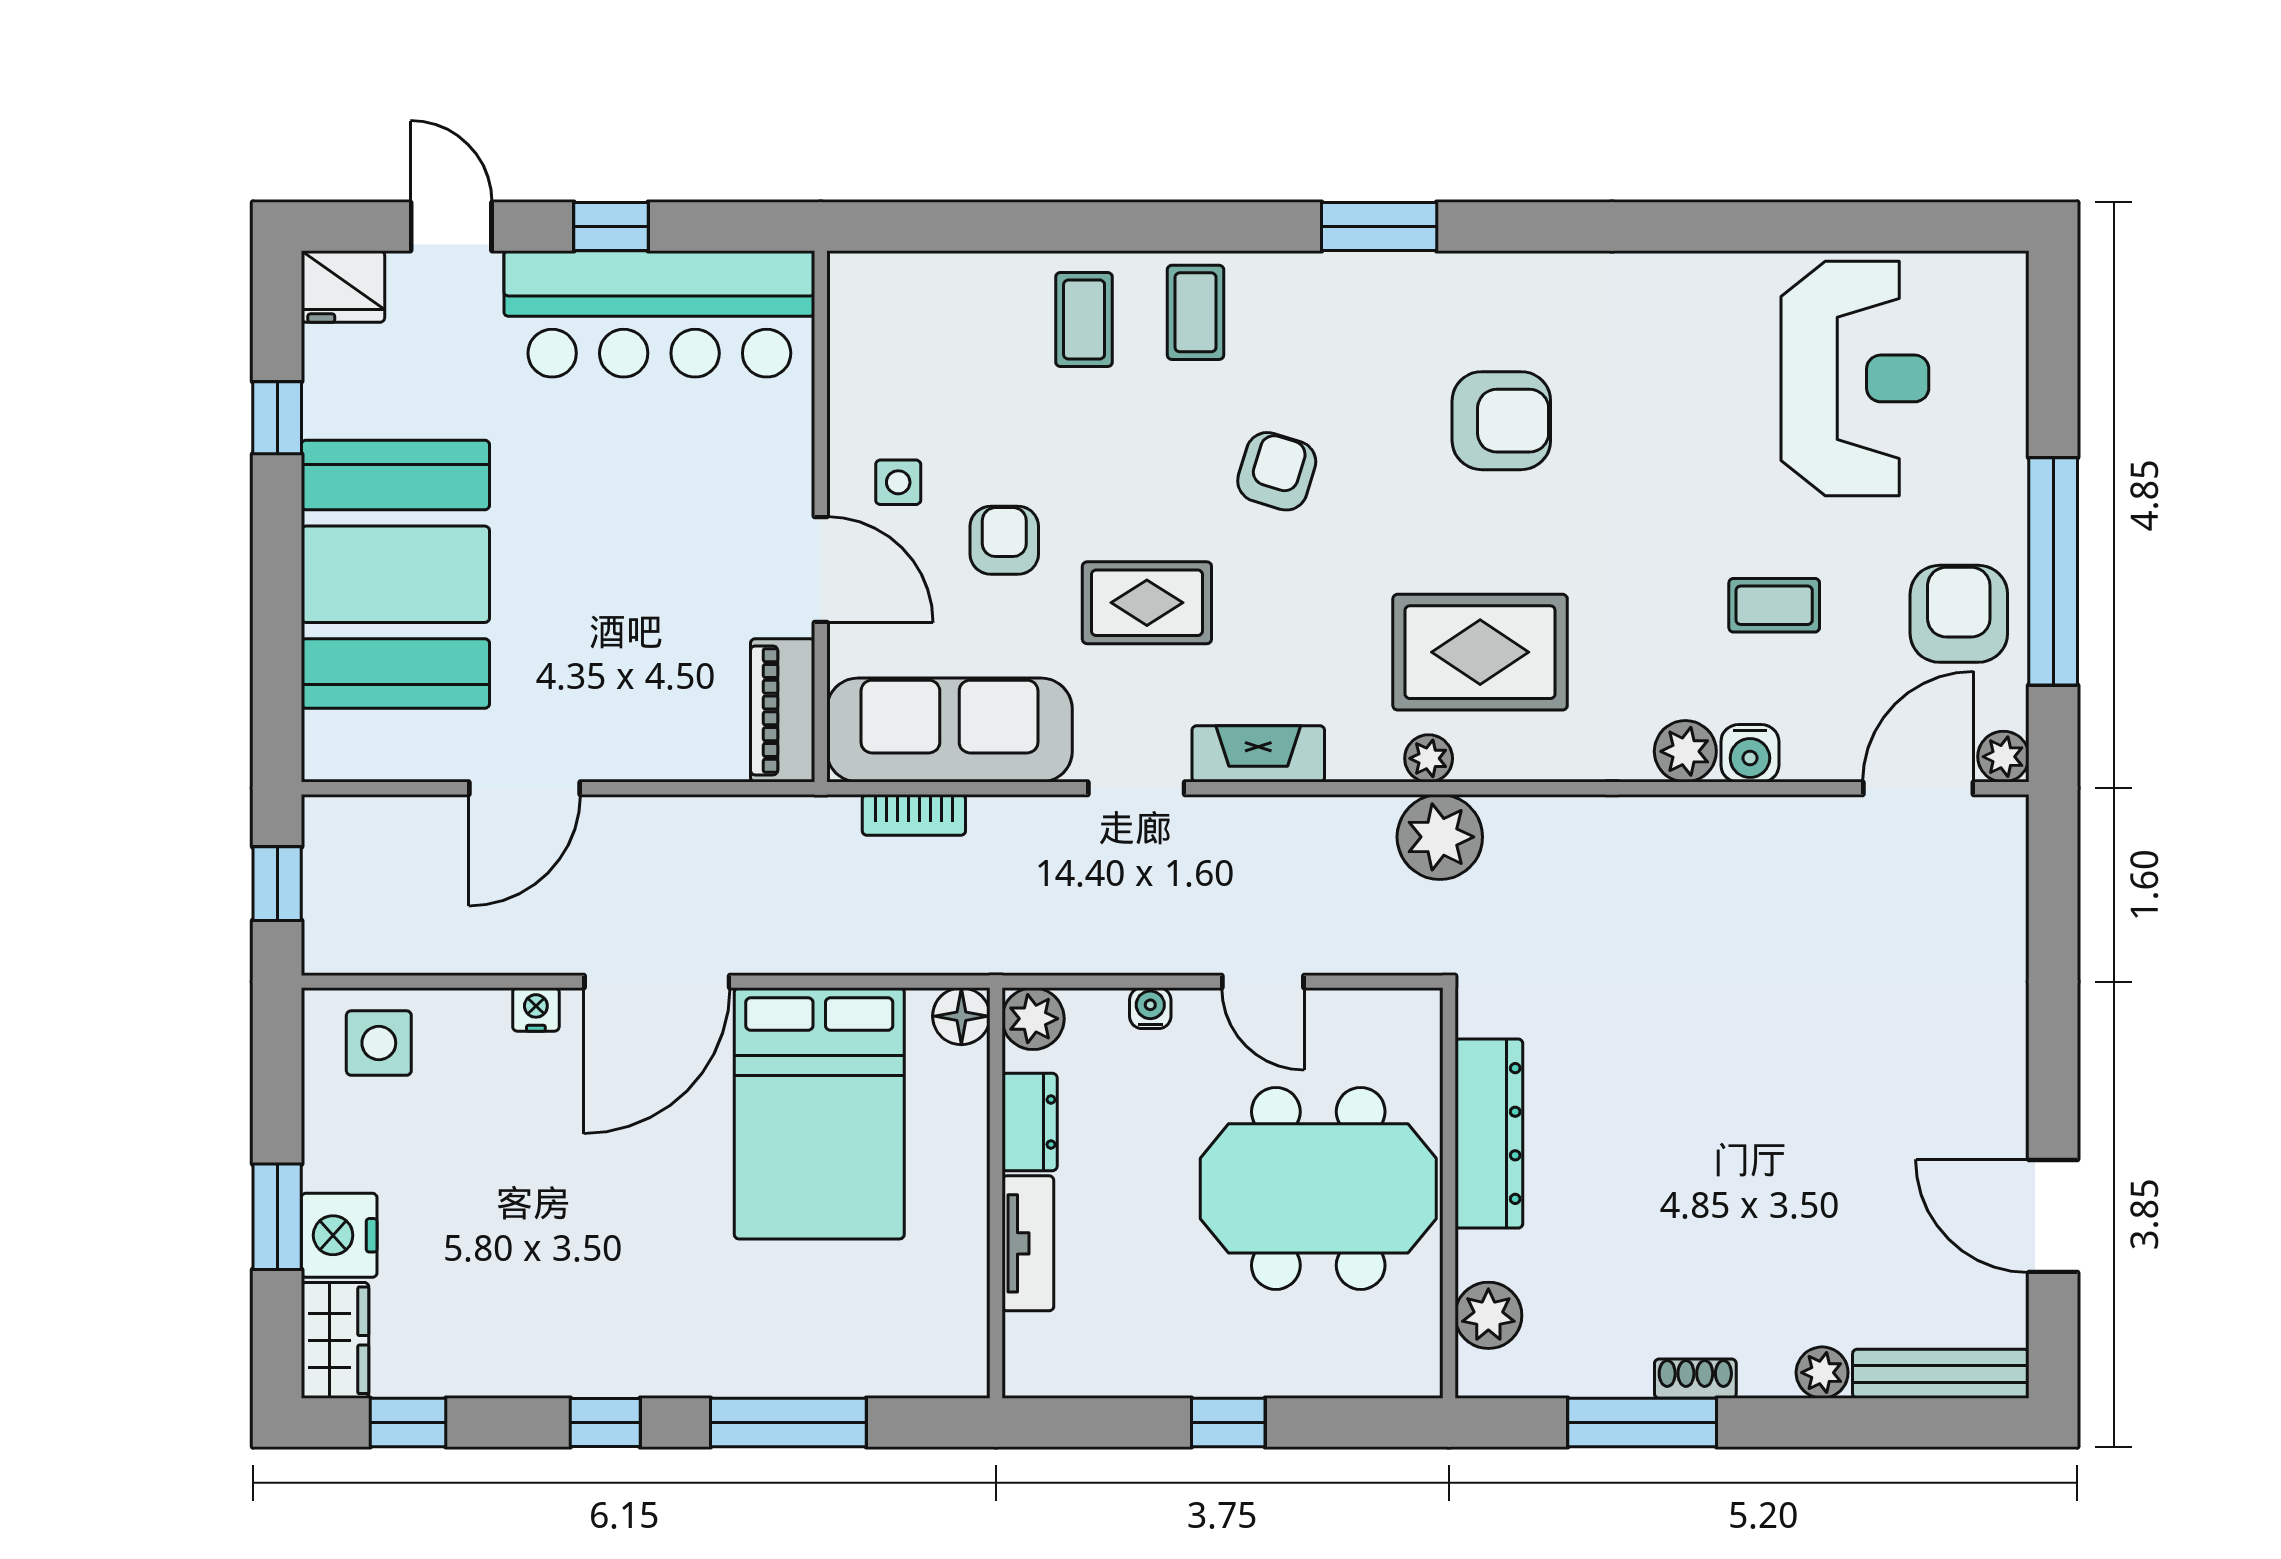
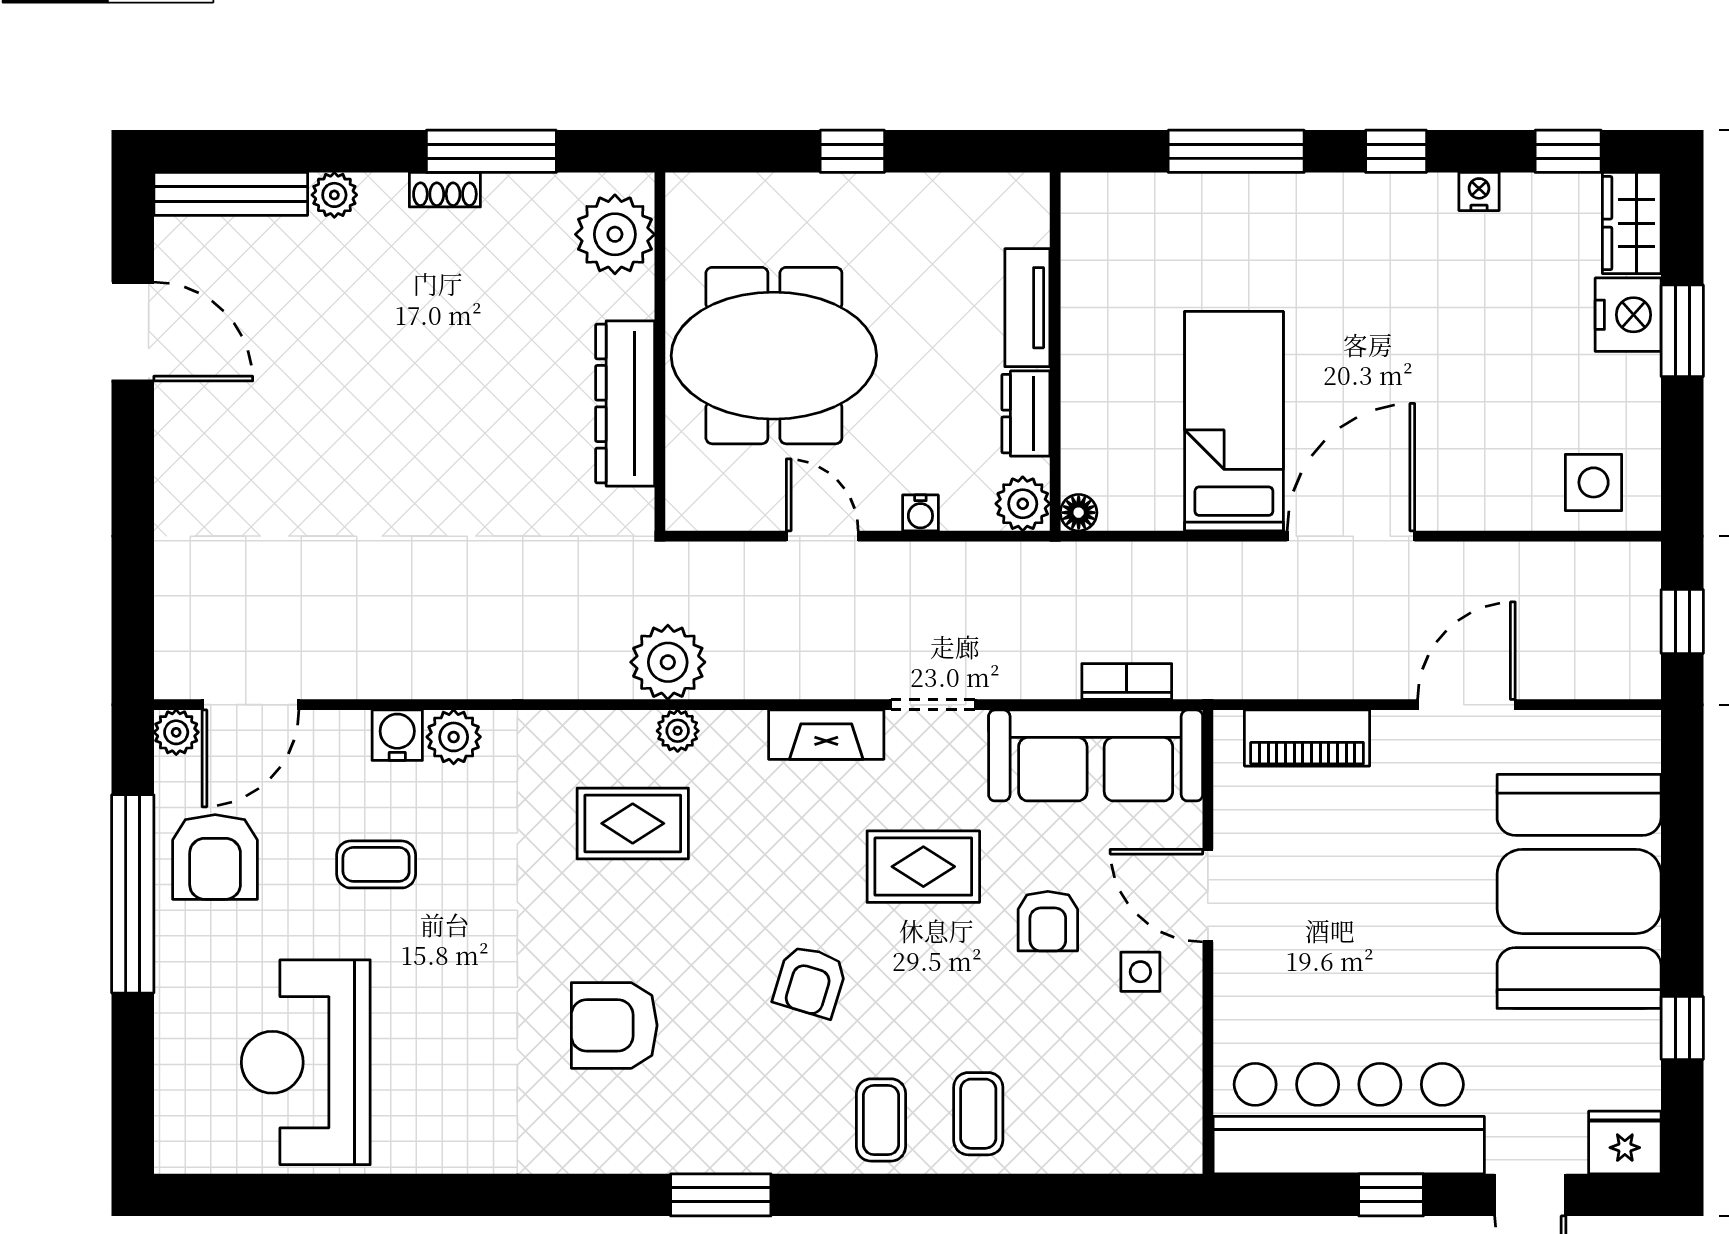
rug: (1480, 652) -> (633, 823), width x0.73, depth x0.70
piano: (783, 710) -> (1307, 738), moved, turned 90
nightstand: (536, 1009) -> (1479, 191), moved, turned 180
floor lamp: (961, 1016) -> (1079, 513), width x0.73, depth x0.73
bed: (819, 1113) -> (1234, 421), width x0.67
plant: (1488, 1315) -> (615, 234), width x1.36, depth x1.36

